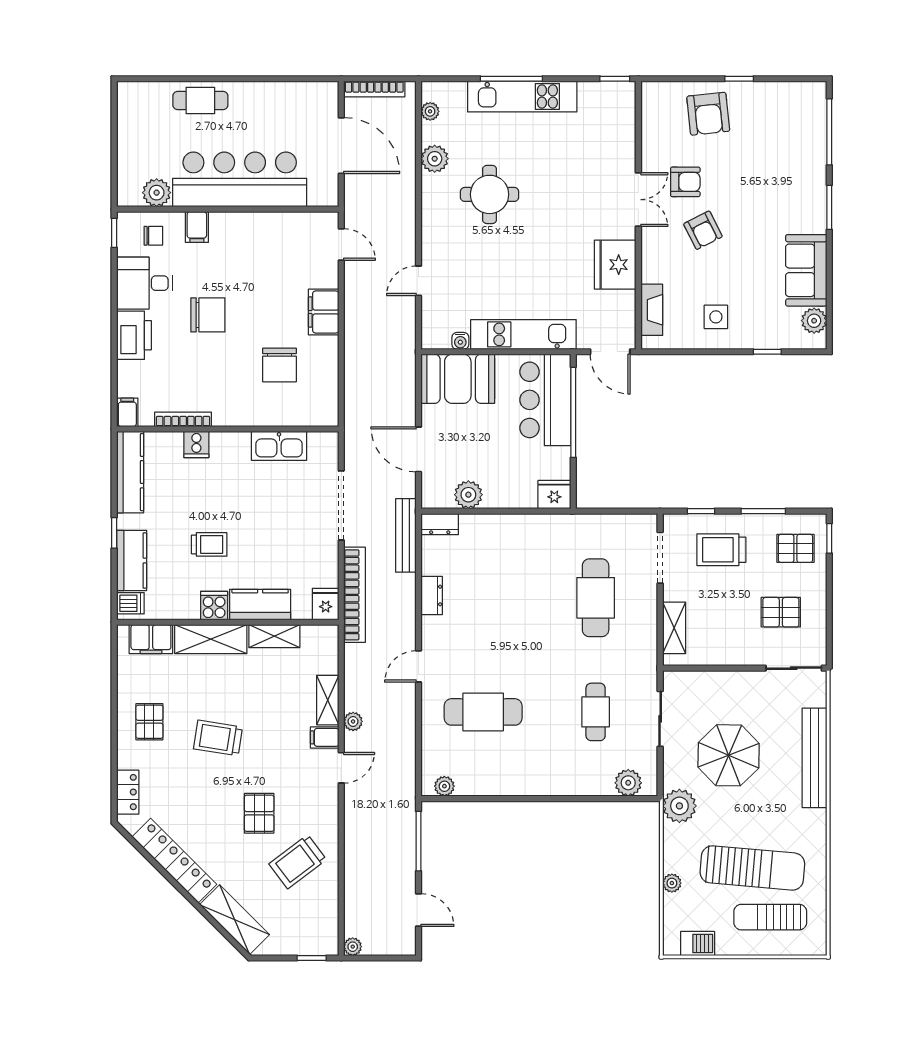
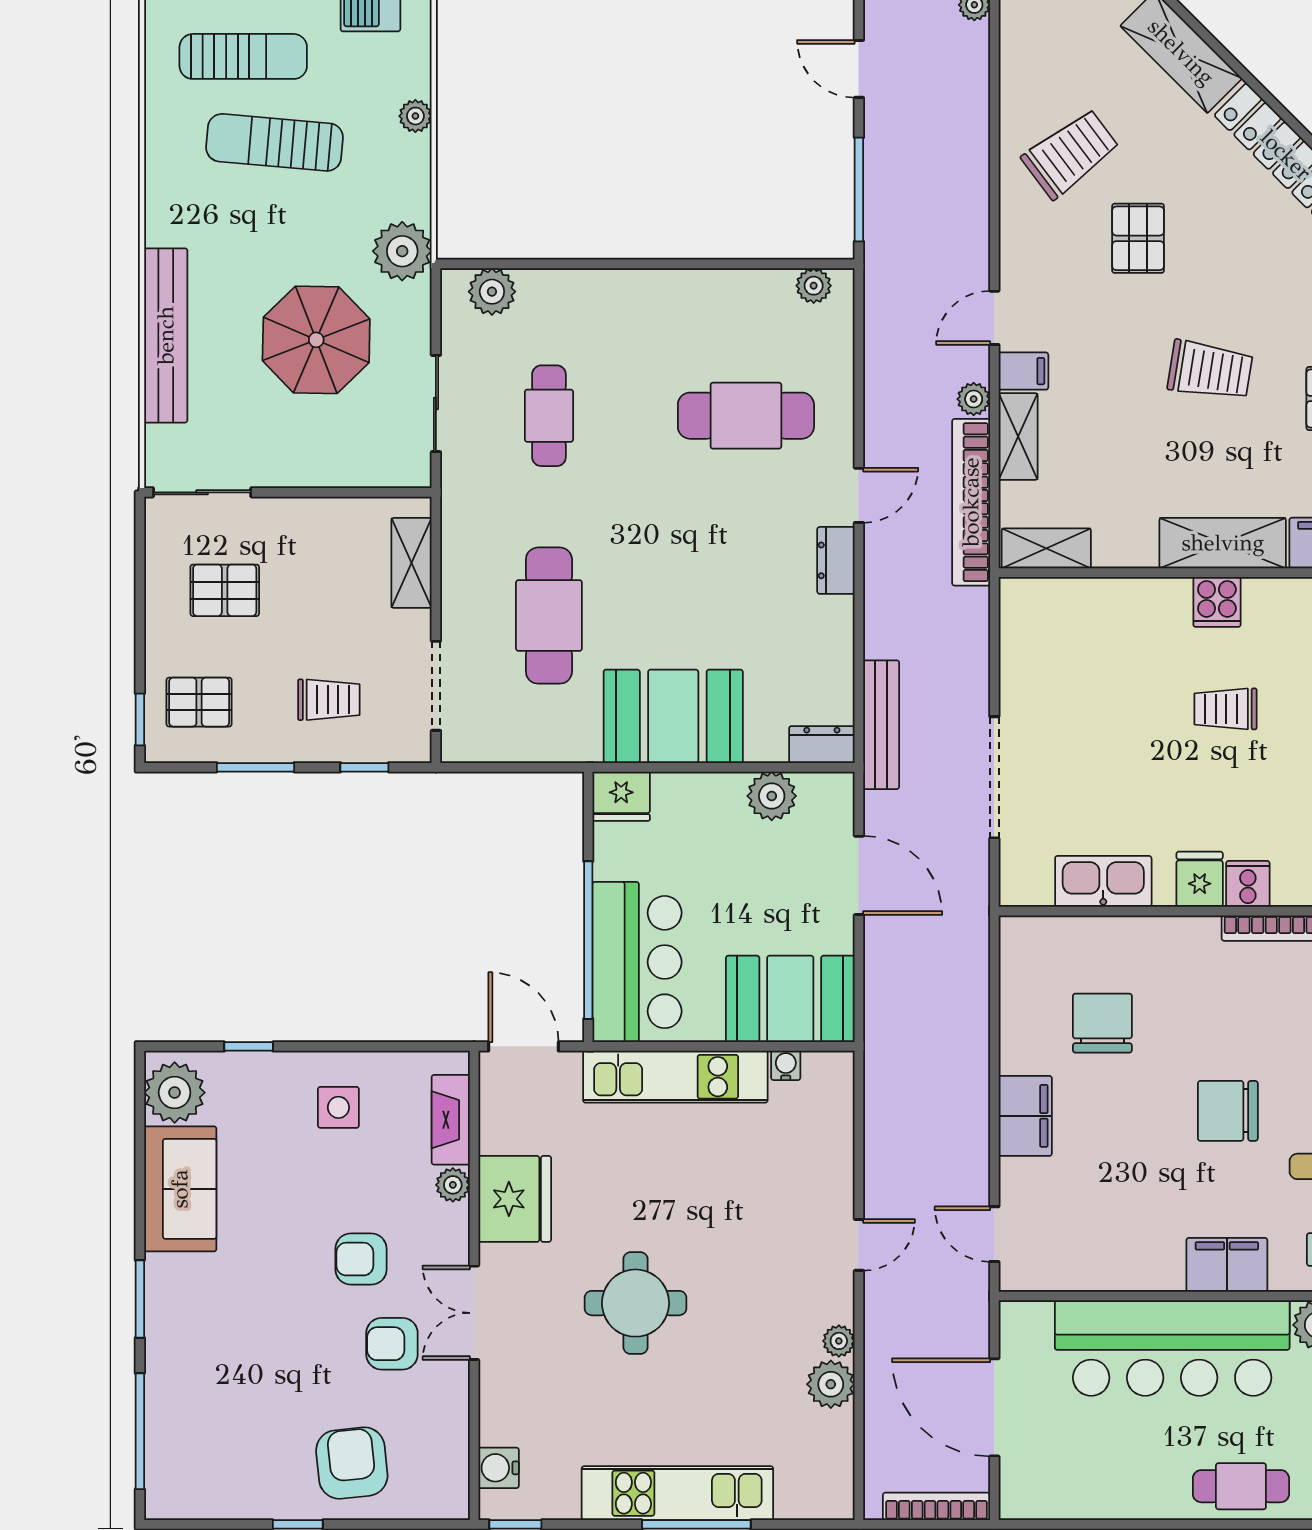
plant: (430, 111) -> (839, 1341), moved
water cooler: (624, 111) -> (499, 1468), added
round table: (490, 194) -> (635, 1303), moved
filing cabinet: (197, 227) -> (1227, 1265), width x2.00
armchair: (703, 230) -> (361, 1259), turned -63
plant: (651, 273) -> (453, 1185), added
door: (419, 281) -> (859, 1245), moved
plant: (814, 321) -> (175, 1093), width x1.36, depth x1.36
booth: (525, 540) -> (673, 716), added
trolley: (721, 550) -> (329, 700), width x0.73, depth x0.72
bookcase: (354, 595) -> (971, 502), moved
dresser: (432, 596) -> (836, 560), moved
fridge: (326, 604) -> (1200, 879), moved, turned 180
kitchen counter: (260, 605) -> (1136, 604), removed
shelving: (274, 636) -> (1046, 548), moved
sun lounger: (752, 868) -> (274, 142), width x0.73, depth x0.75

